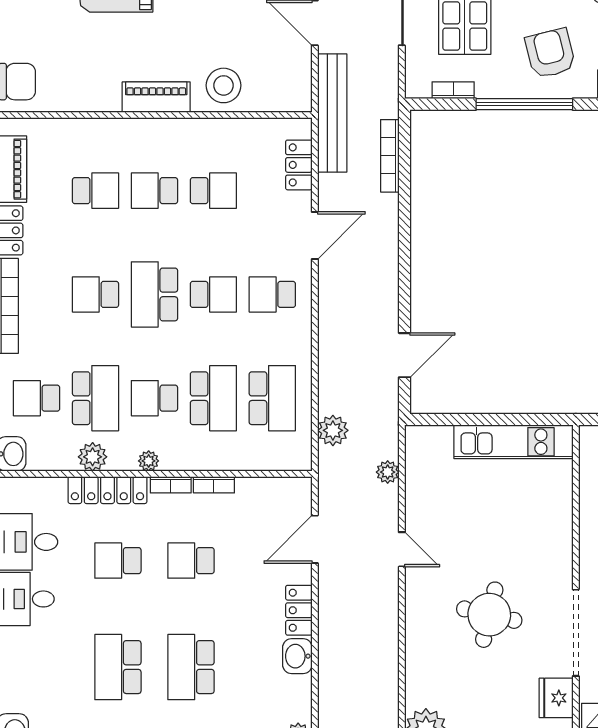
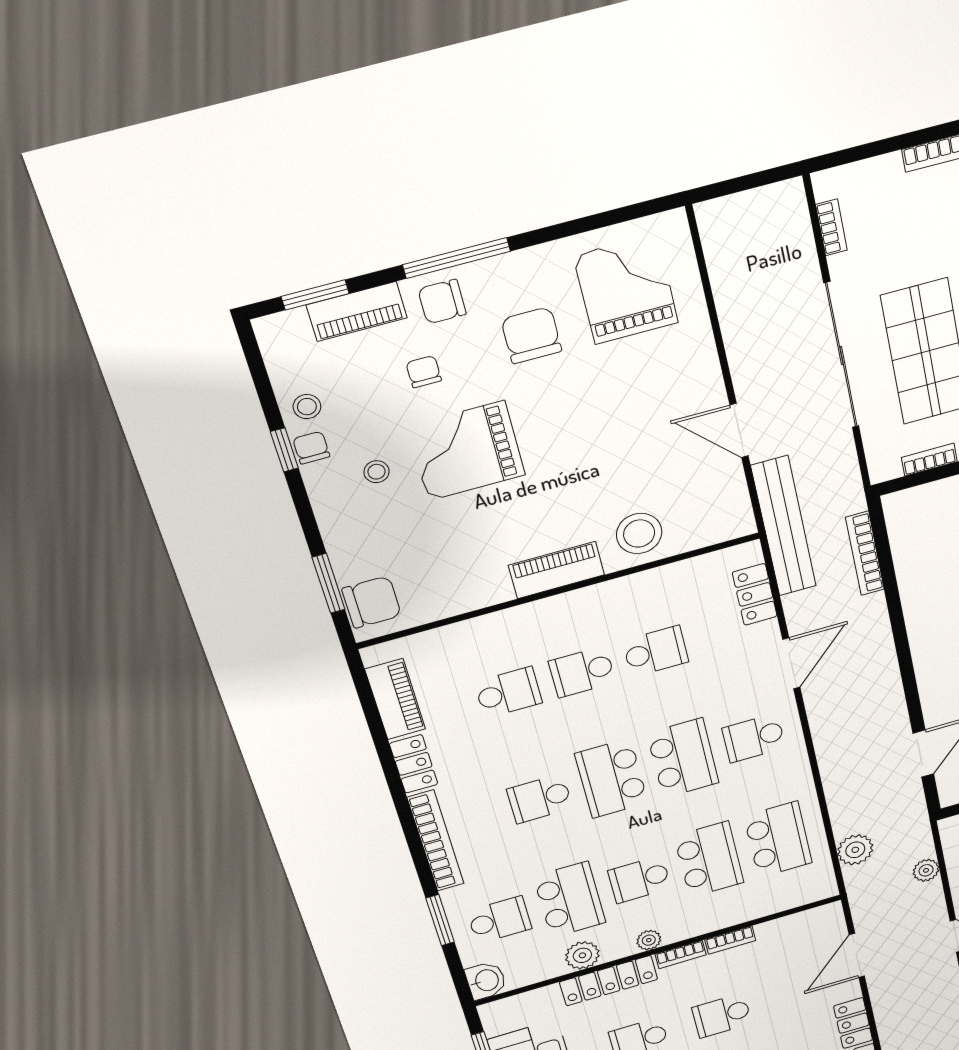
school desk: (213, 294) -> (683, 758), width x1.85
school desk: (37, 398) -> (499, 920), turned 180

